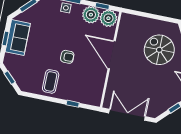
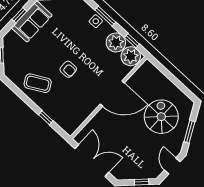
door: (112, 55) -> (112, 93), swing flipped
coffee table: (51, 81) -> (38, 83), turned 61

